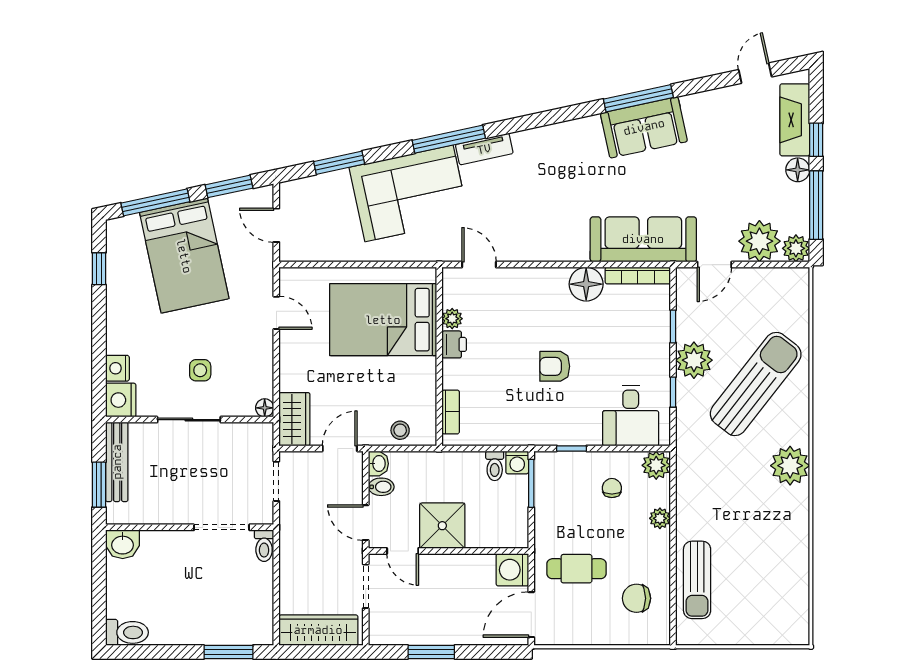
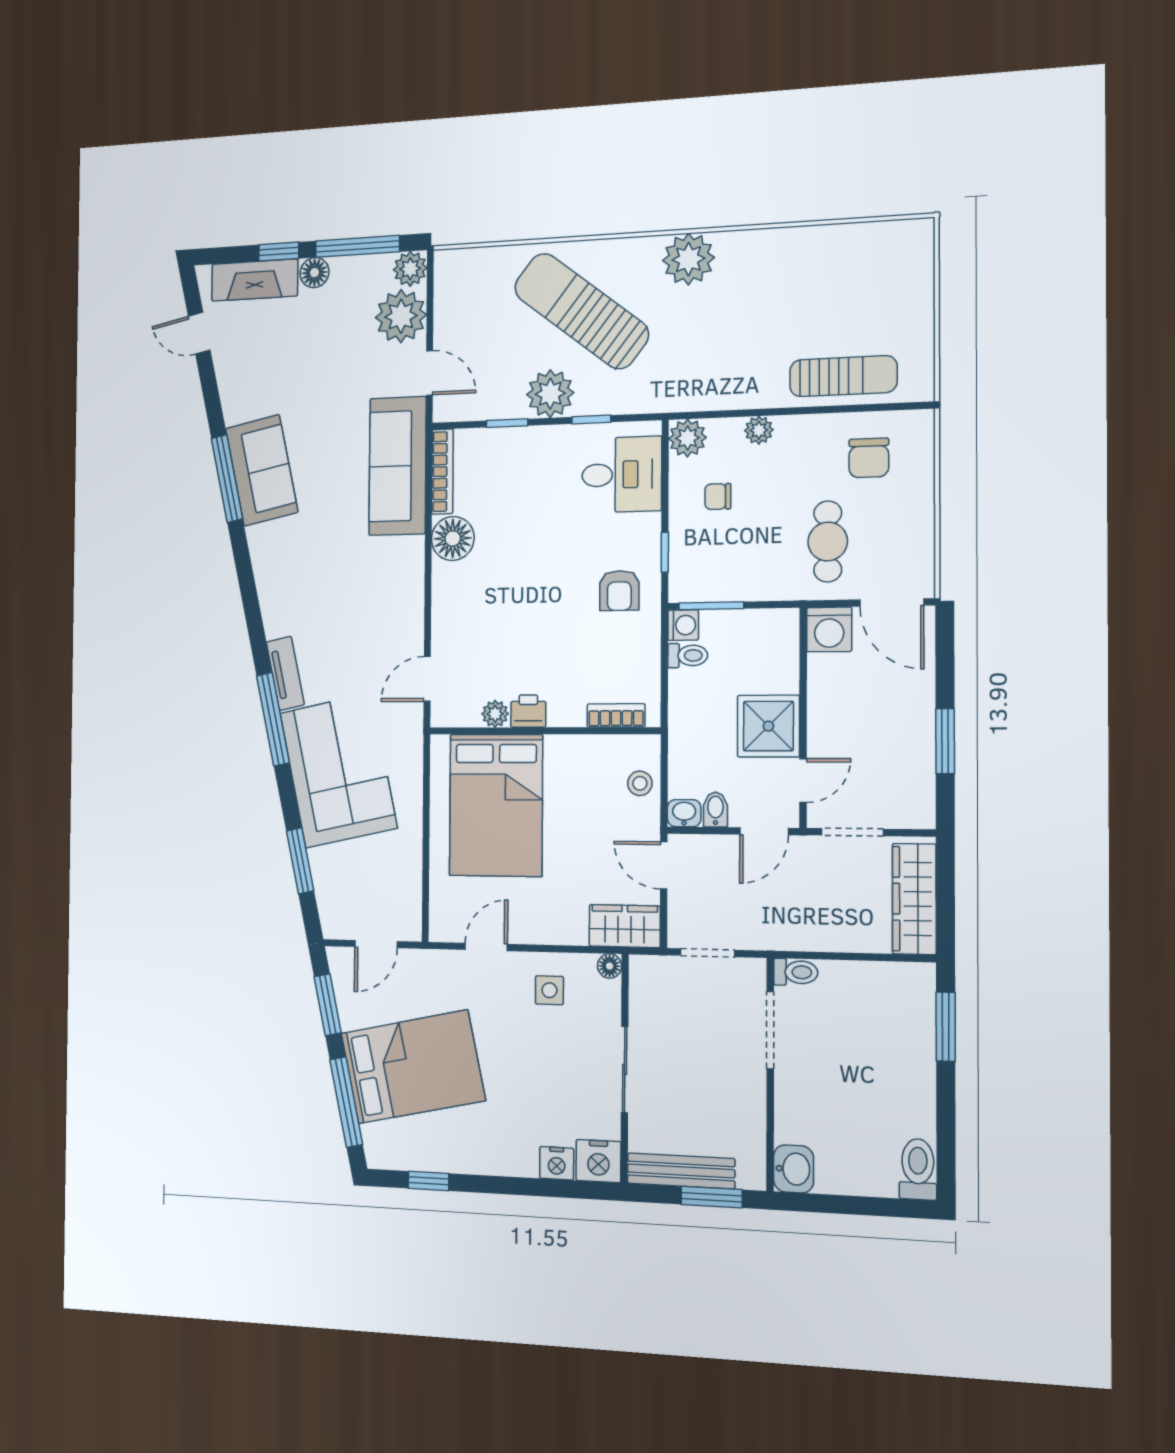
armchair: (555, 366) -> (619, 591), moved
side table: (200, 370) -> (549, 990), moved

